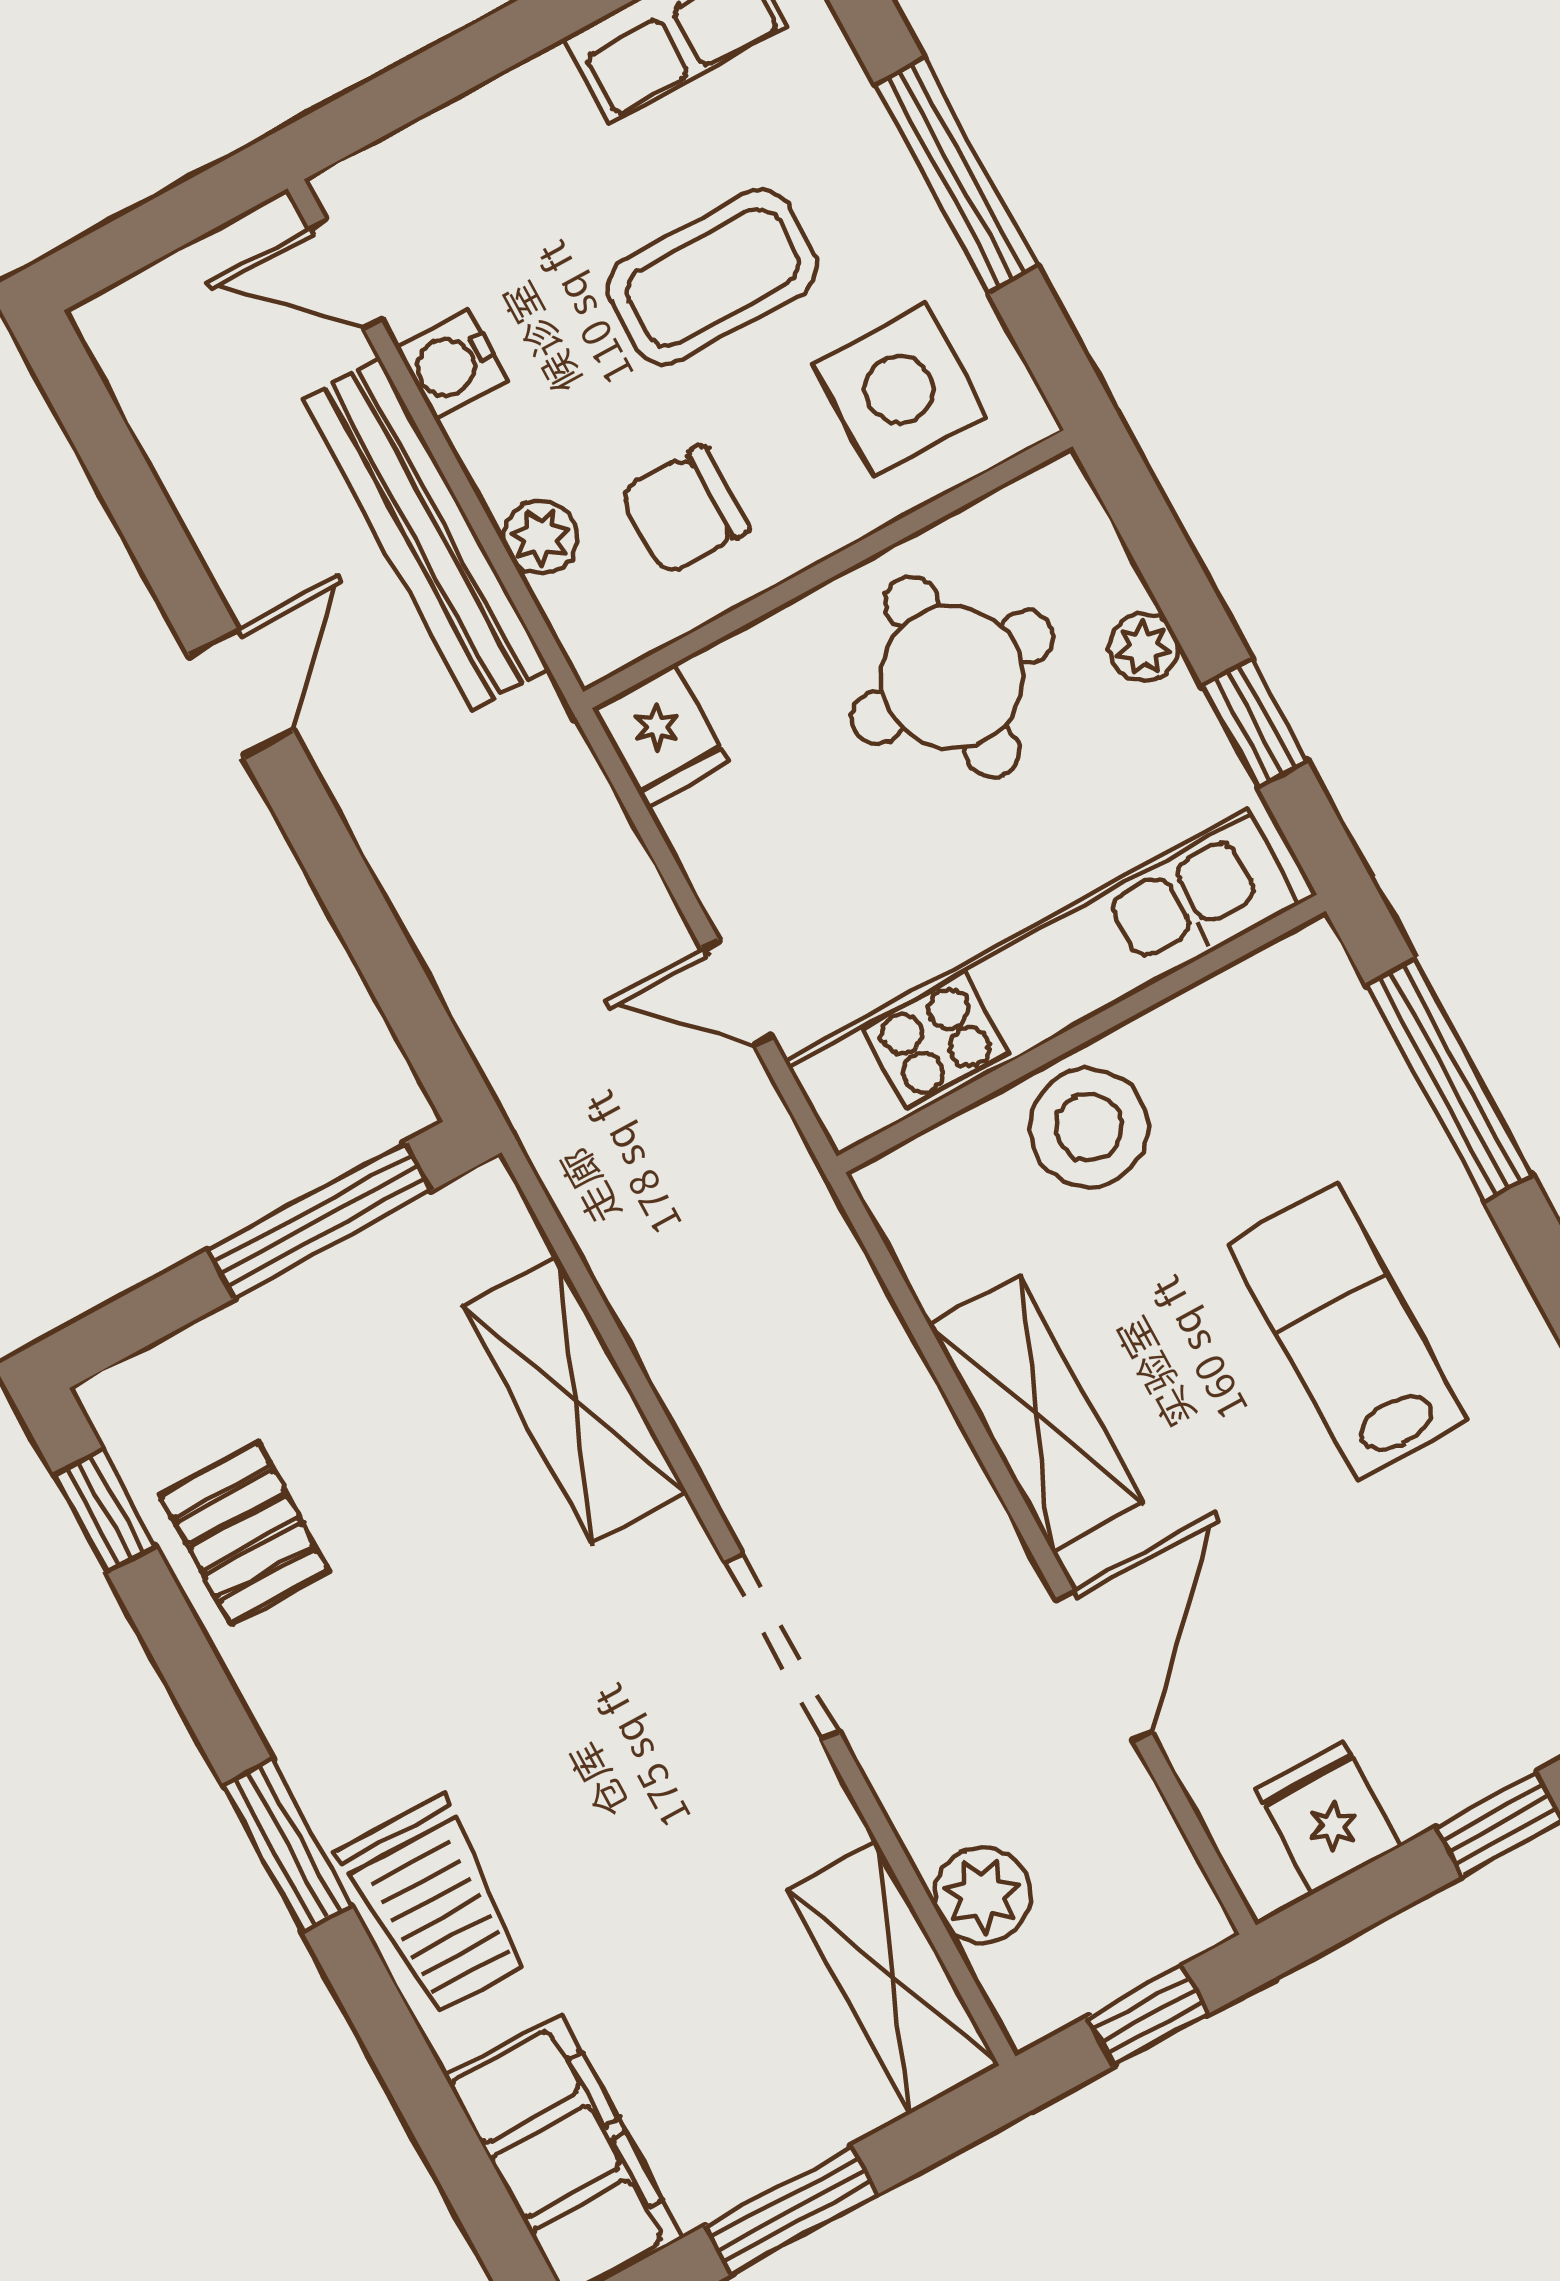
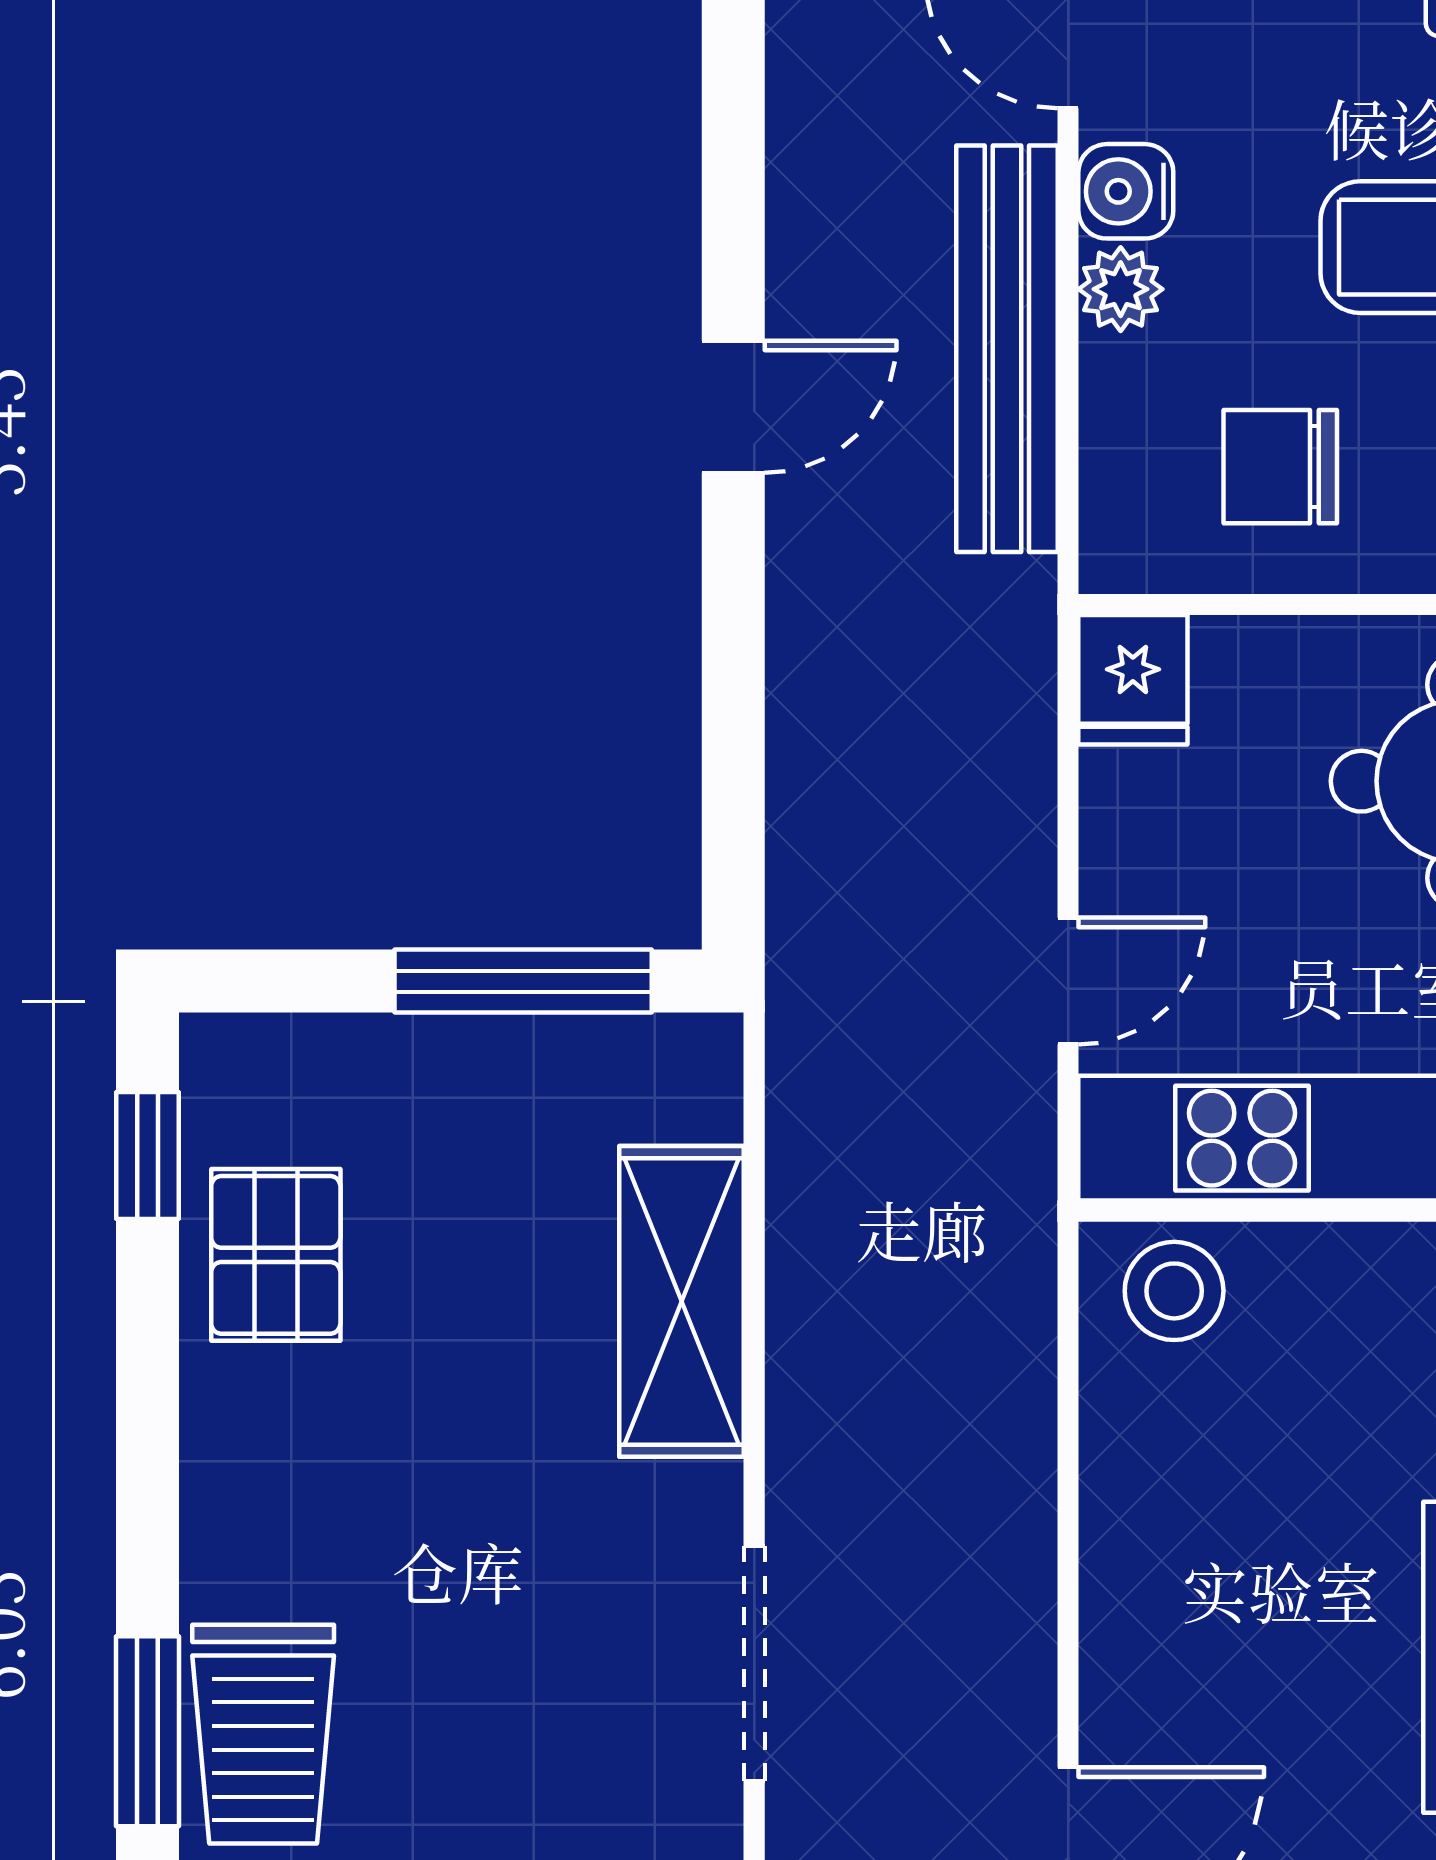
plant: (540, 537) -> (1121, 289), moved
door: (737, 993) -> (1068, 981), swing flipped
stool: (1089, 1128) -> (1174, 1291), moved, width x0.73, depth x0.73
shelving: (1036, 1414) -> (1138, 1569), removed
window: (287, 1846) -> (148, 1731), moved

